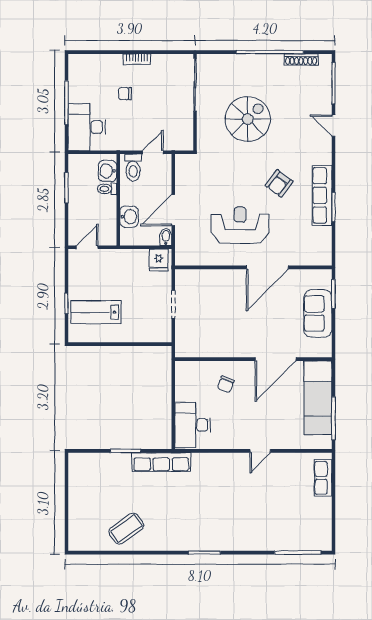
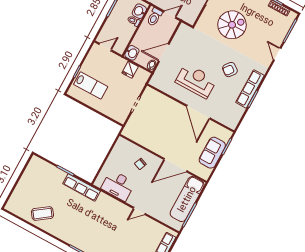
washbasin: (129, 217) -> (132, 53), moved
fridge: (159, 260) -> (130, 70), moved
door: (267, 267) -> (198, 112), hinge flipped
lab bench: (96, 312) -> (91, 85), turned 180
desk: (193, 425) -> (118, 185), moved, turned -90

